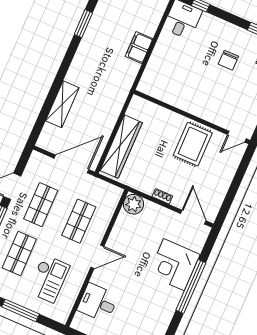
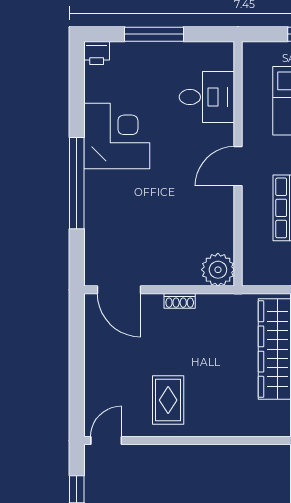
rug: (193, 144) -> (168, 400), width x0.73, depth x0.70
corner desk: (174, 265) -> (117, 136), moved

